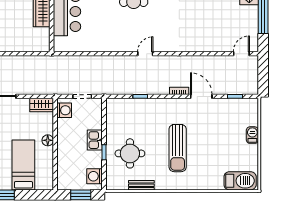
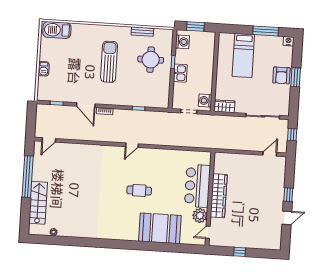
floor lamp: (48, 140) -> (221, 75), removed

